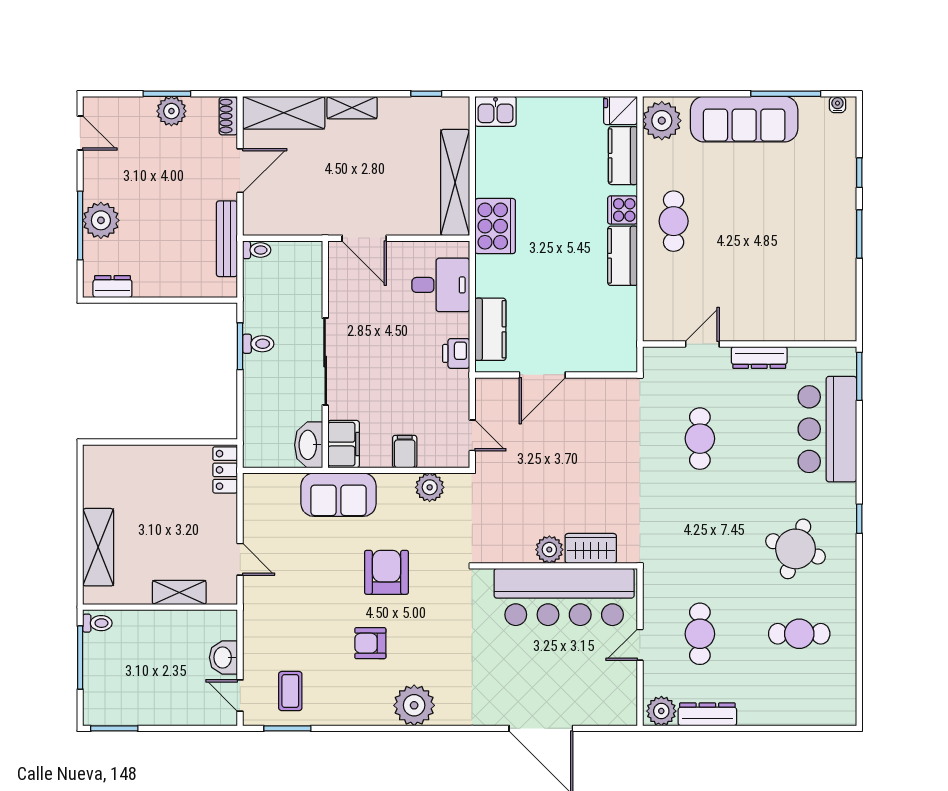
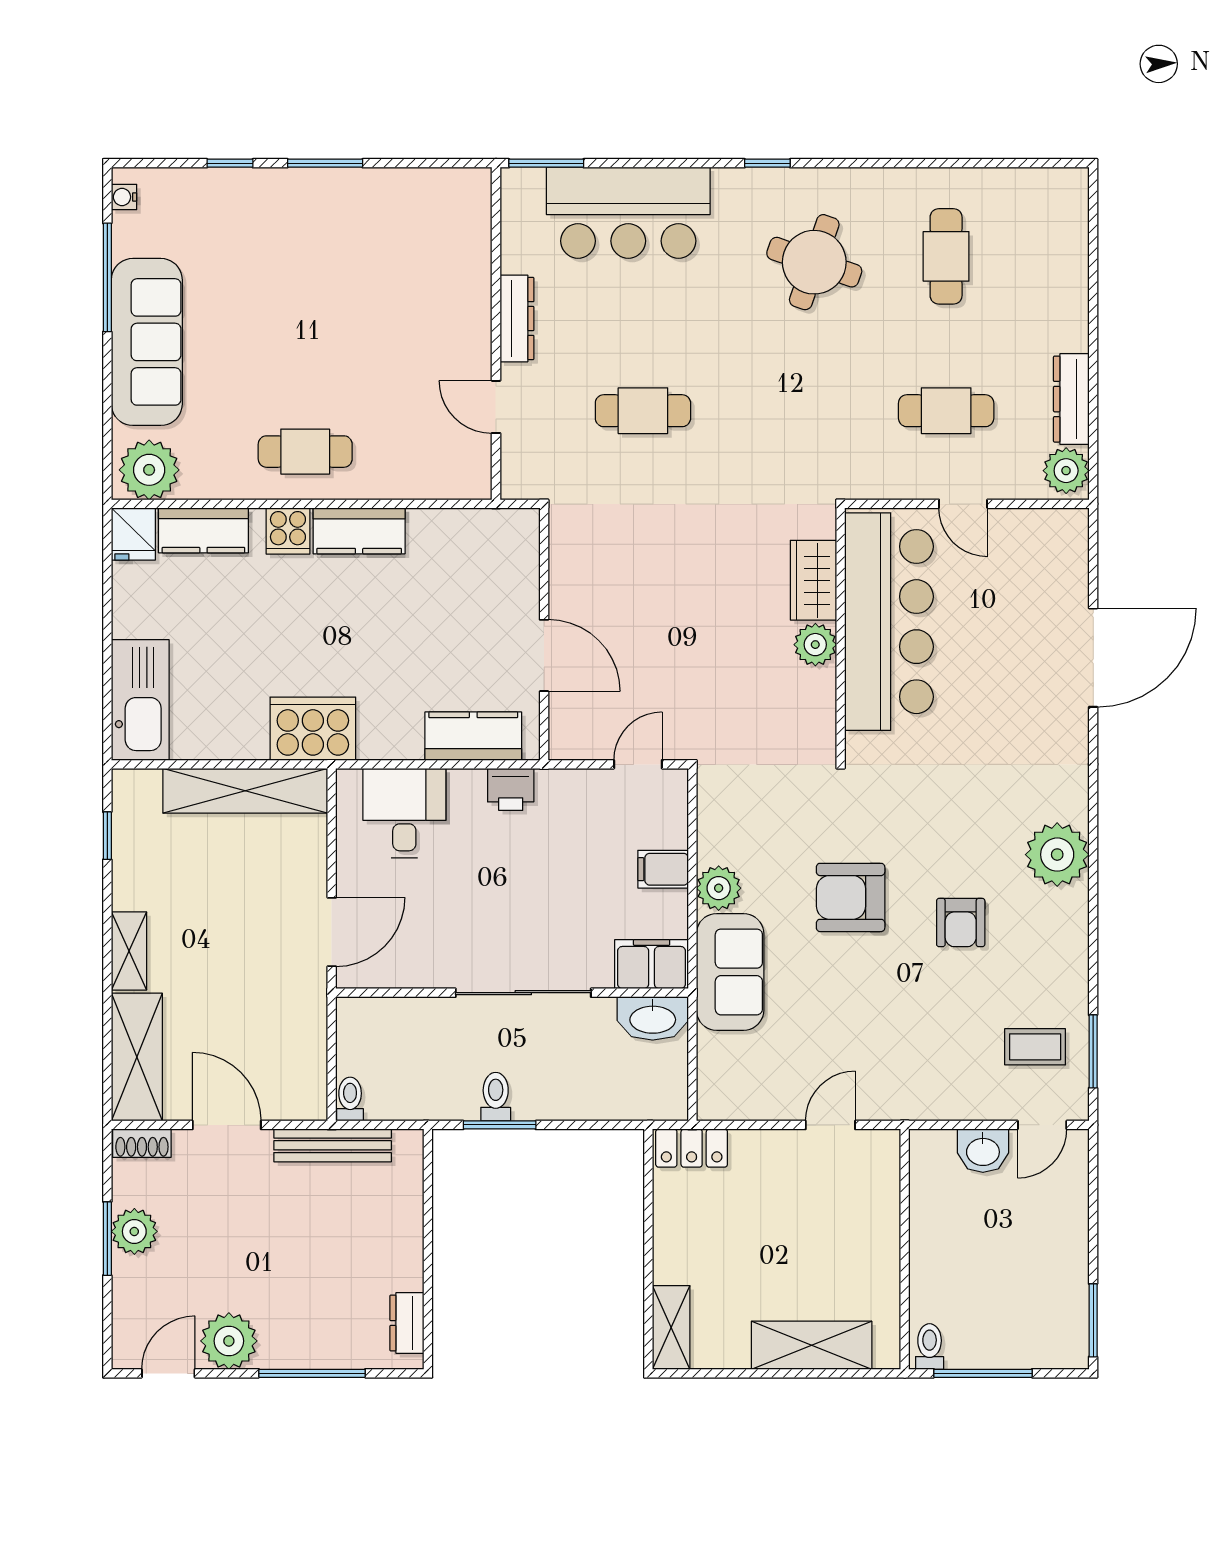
kitchen sink: (496, 111) -> (140, 700), width x1.88, depth x1.24
plant: (101, 220) -> (229, 1341), moved
plant: (430, 487) -> (719, 888), moved
shelving: (179, 592) -> (671, 1327), moved

